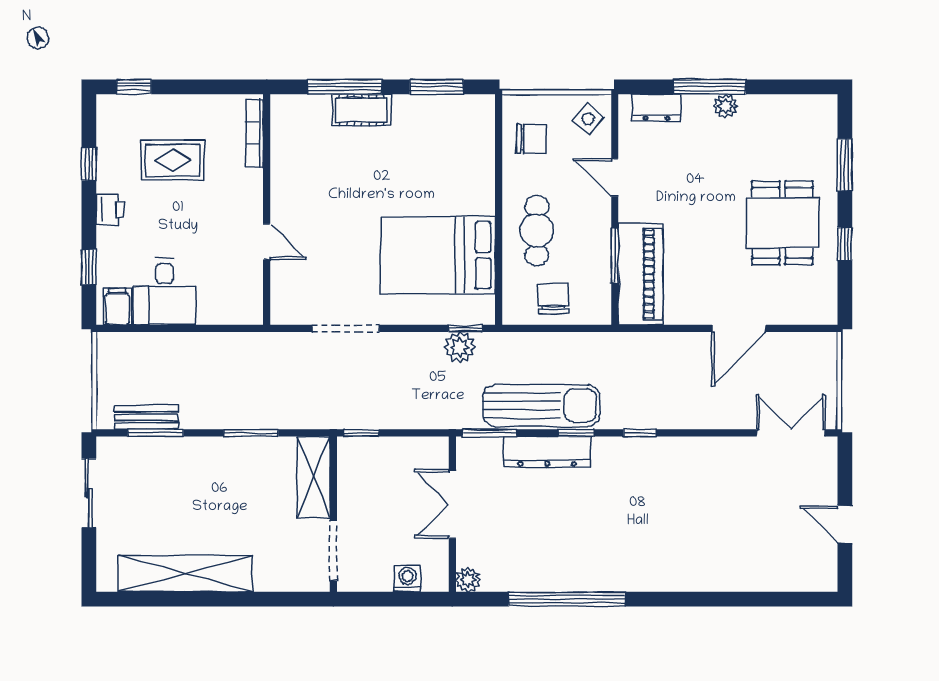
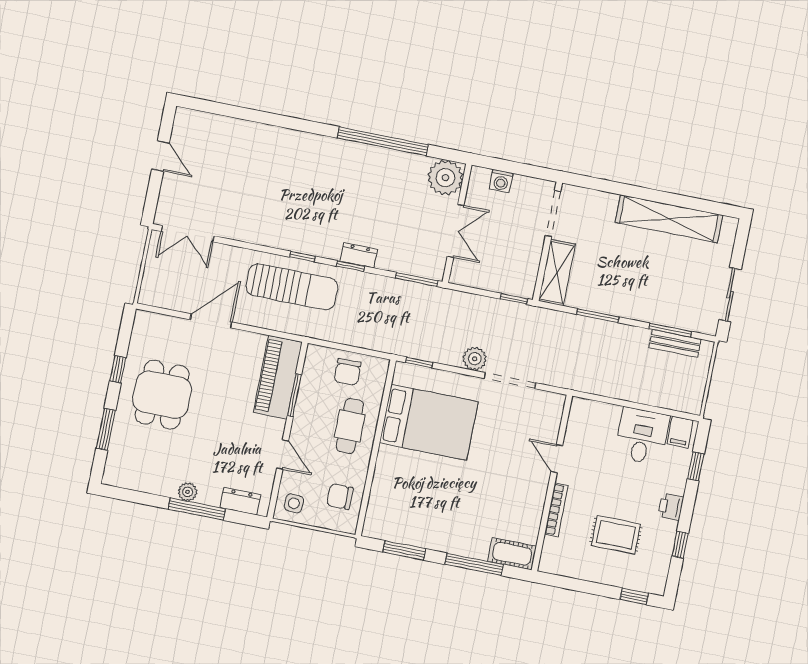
cot: (362, 110) -> (512, 554), moved
side table: (588, 119) -> (294, 503), turned -38
bookcase: (255, 133) -> (556, 510), moved
plant: (460, 347) -> (475, 359), moved
sun lounger: (541, 406) -> (292, 287), moved, turned 180
dresser: (547, 452) -> (359, 255), width x0.51, depth x0.80
plant: (468, 580) -> (445, 178), width x1.87, depth x1.87

